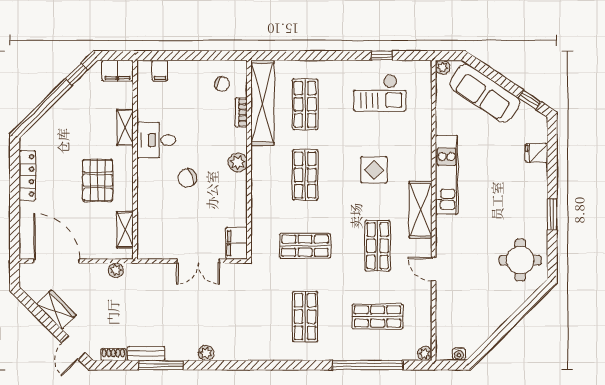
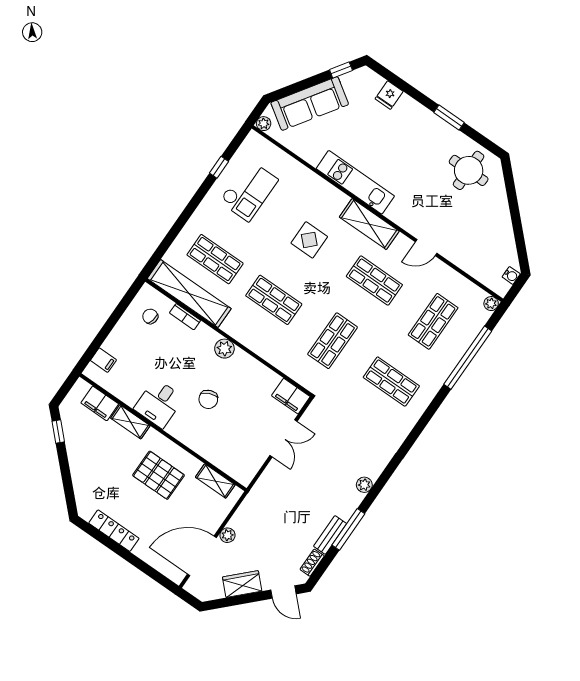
filing cabinet: (118, 71) -> (100, 403), moved, turned 90
chair: (222, 84) -> (150, 316), turned -101
plant: (116, 270) -> (227, 535), moved

